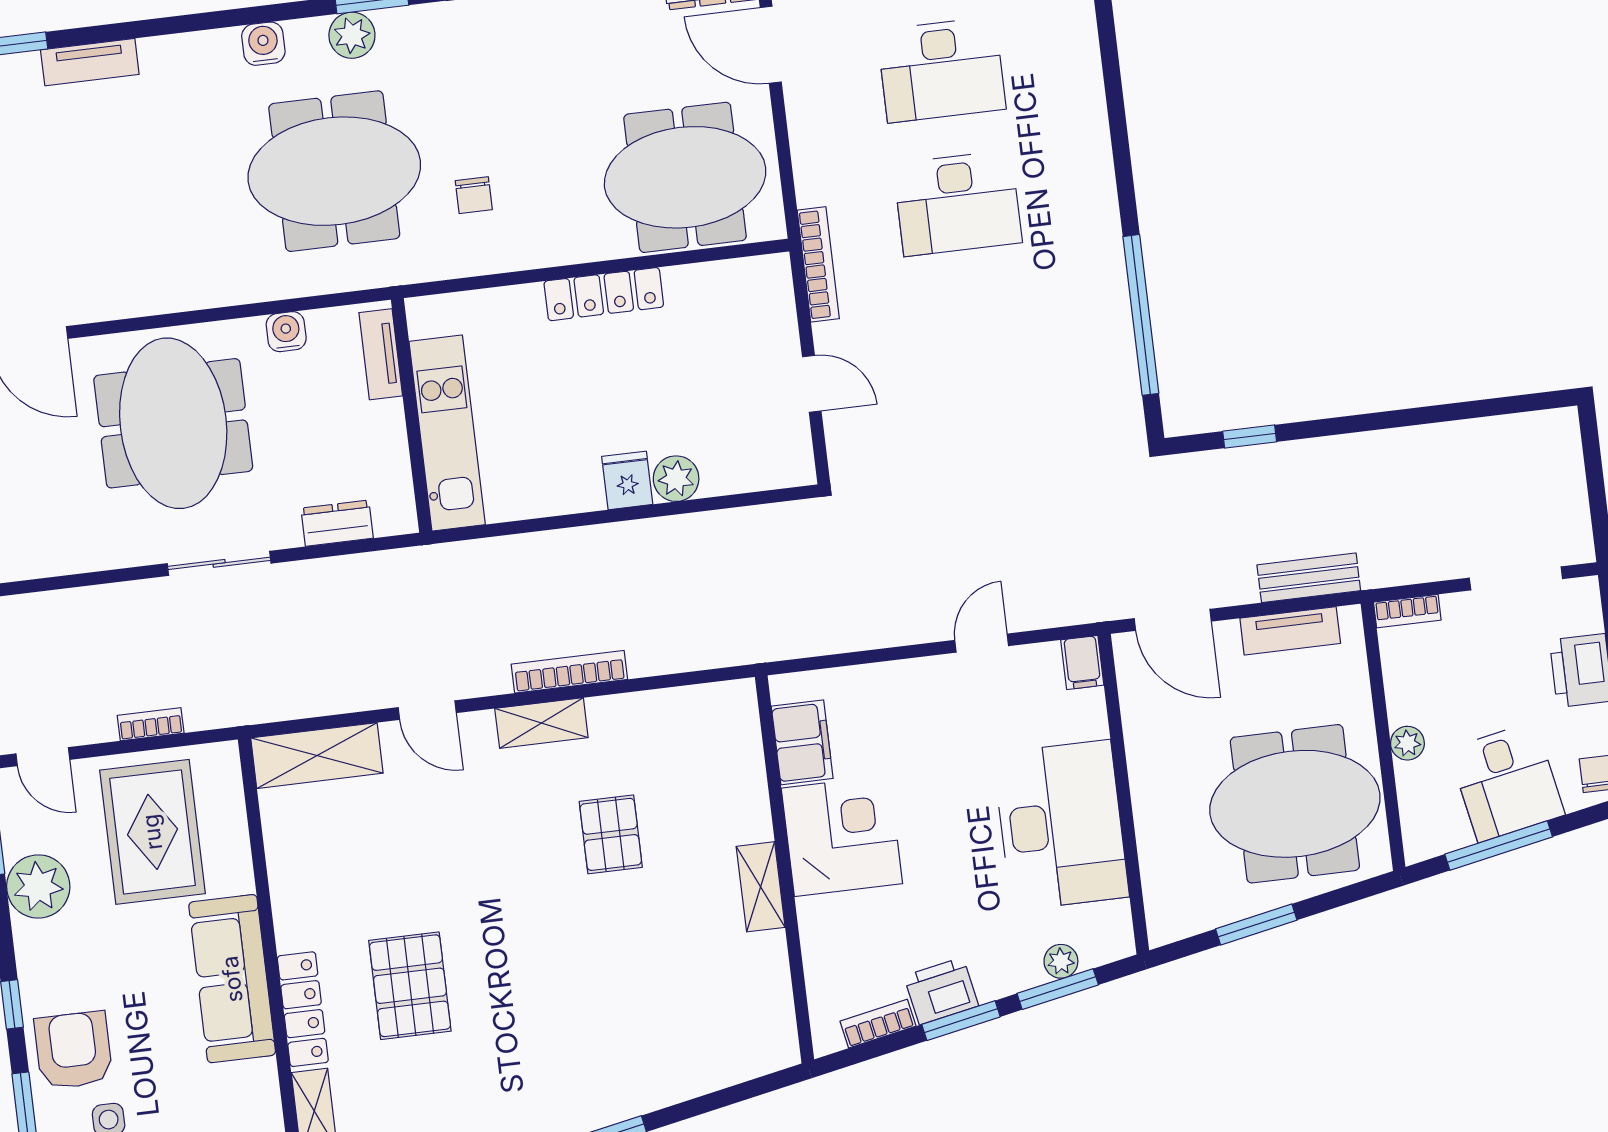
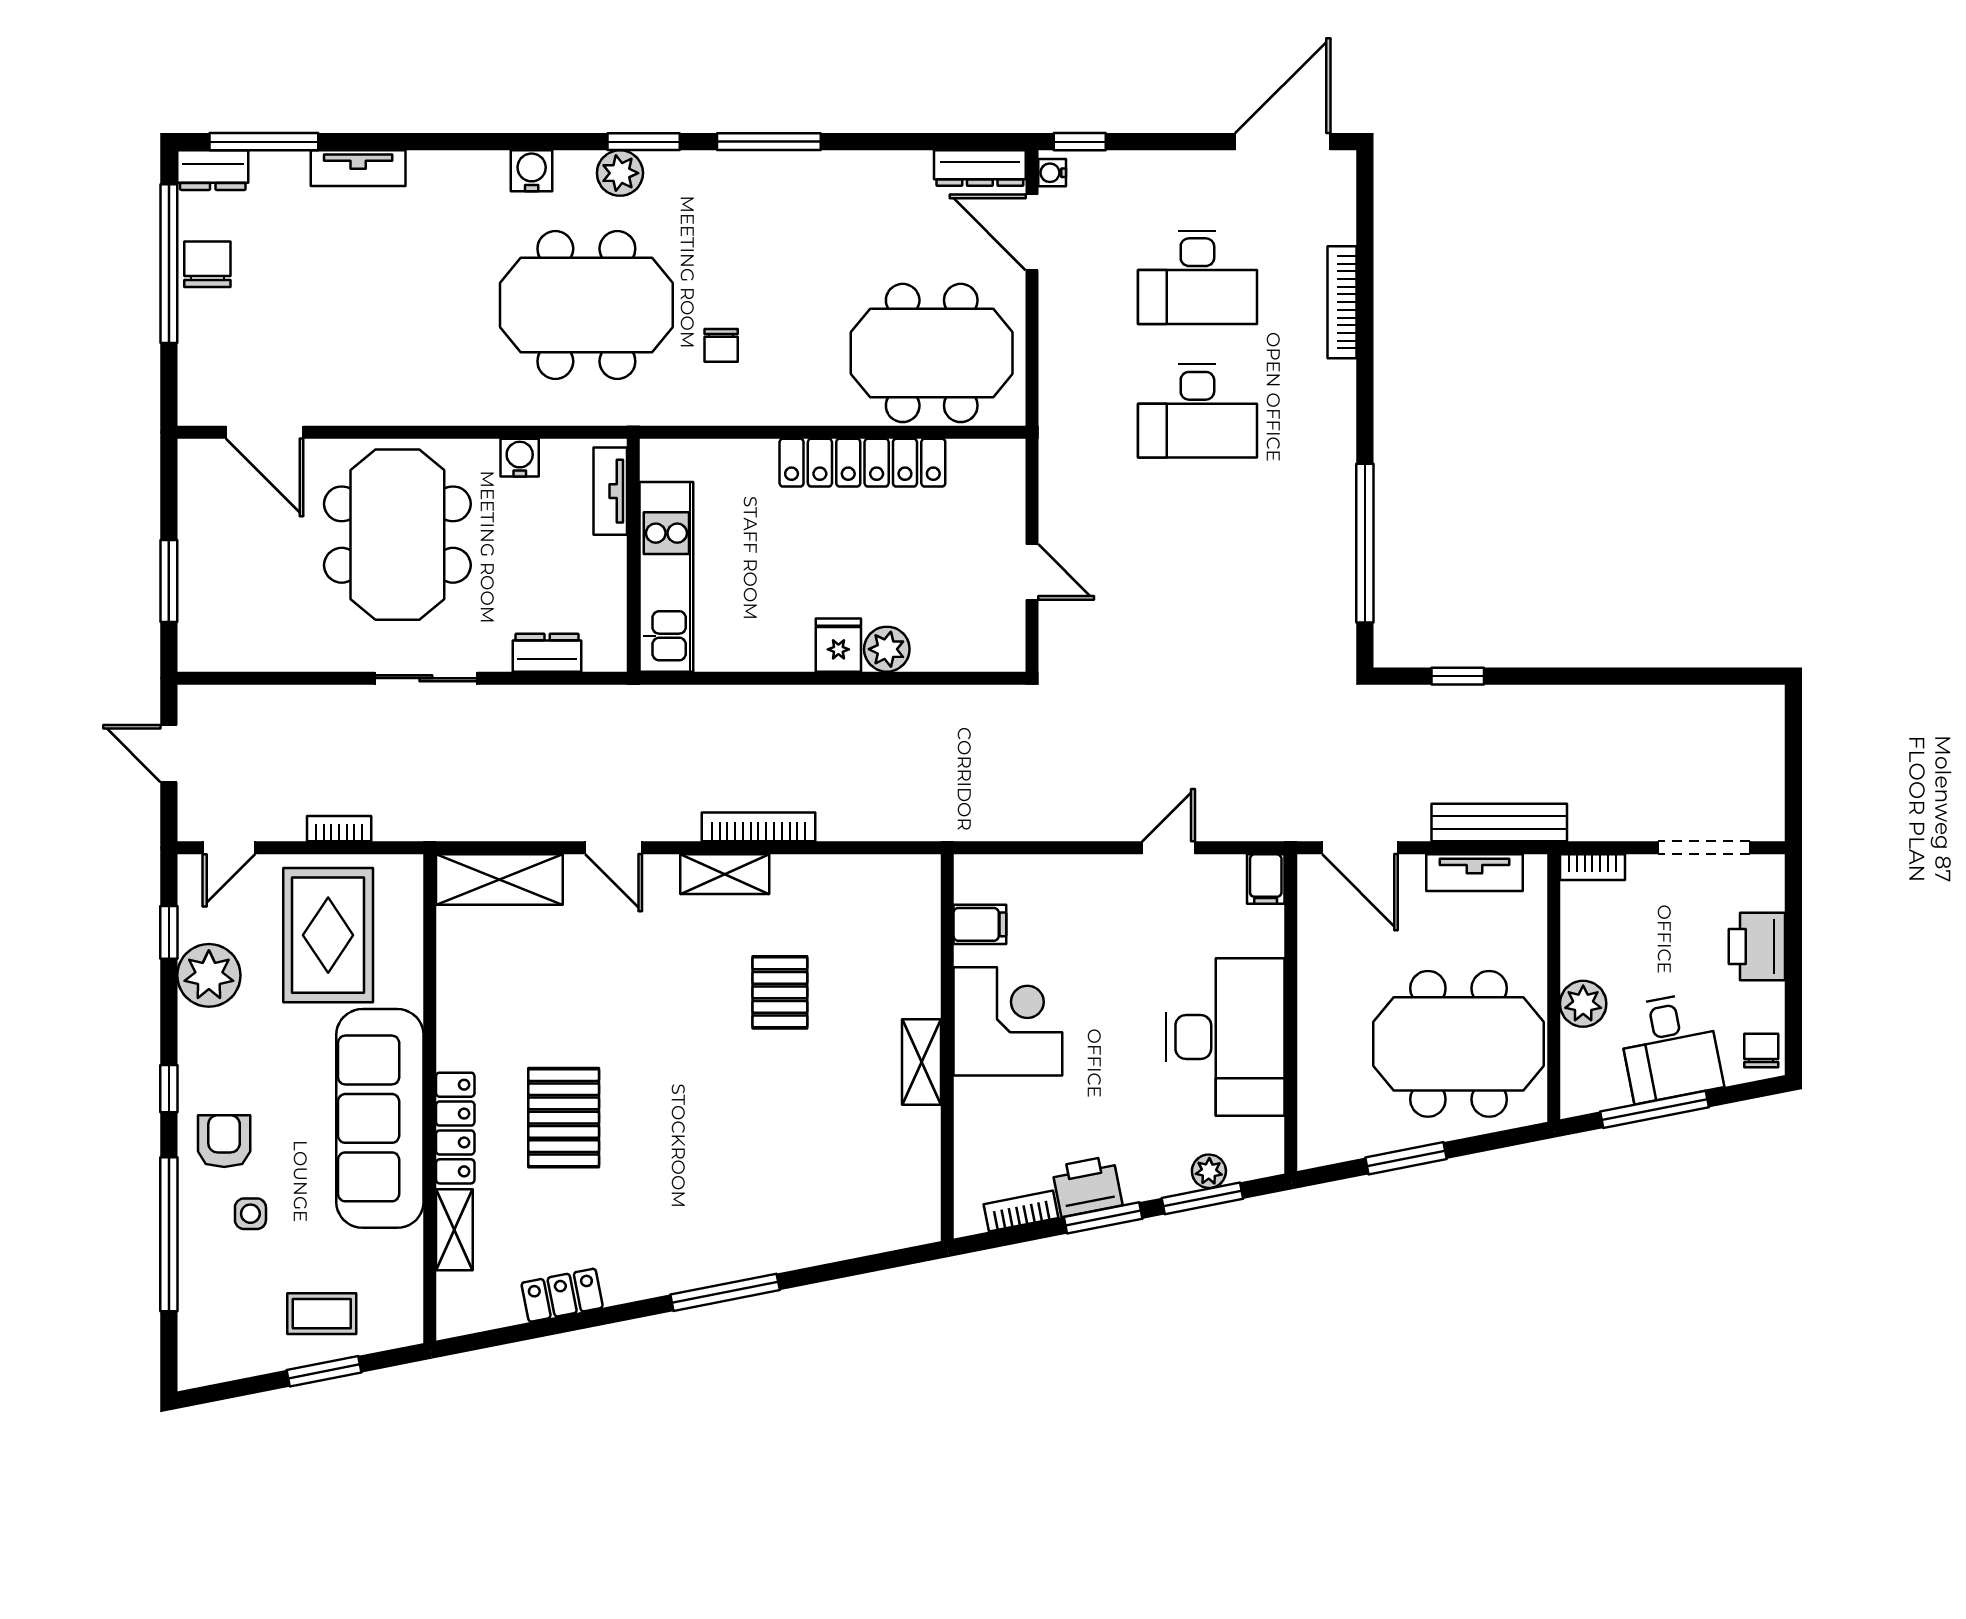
bookcase: (818, 264) -> (1342, 302), moved, turned 180
locker: (604, 294) -> (862, 463), width x1.41, depth x1.21
bench: (1309, 578) -> (1499, 823), width x1.36
filing cabinet: (802, 742) -> (980, 924), width x0.50
plant: (1407, 743) -> (1583, 1004), width x1.38, depth x1.38
door: (43, 757) -> (229, 848), hinge flipped
sofa: (232, 979) -> (380, 1118), width x1.36, depth x1.27
armchair: (73, 1050) -> (224, 1141), width x0.72, depth x0.72

